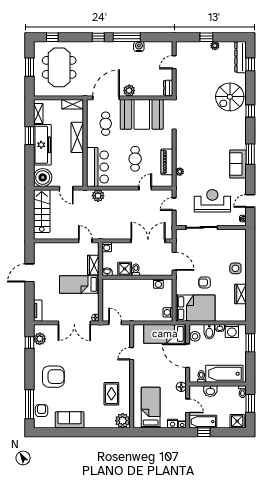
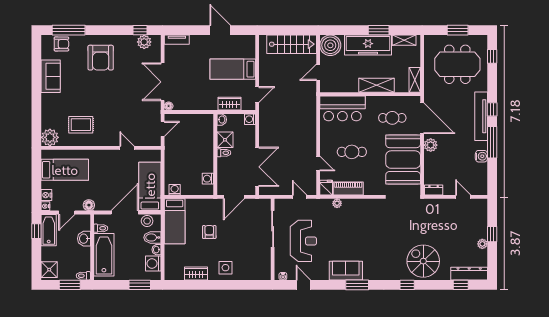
tv unit: (104, 47) -> (481, 116), added
fridge: (166, 181) -> (326, 188), added
plant: (98, 196) -> (309, 109), removed
bed: (79, 284) -> (233, 69), moved, turned -90
bed: (195, 308) -> (175, 221), width x0.67

